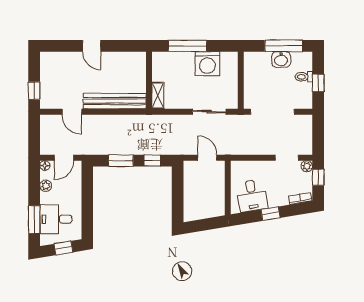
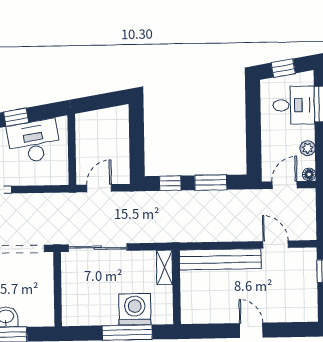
washing machine: (207, 64) -> (135, 309), moved
sliding door: (209, 112) -> (98, 248), width x1.37
door: (207, 158) -> (99, 188), swing flipped
desk: (252, 196) -> (34, 141), width x1.37

